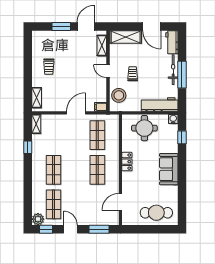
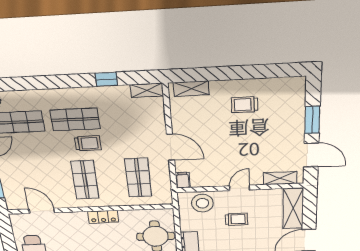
shop shelf: (97, 135) -> (138, 178), turned 90
trolley: (71, 164) -> (88, 143), added
shop shelf: (97, 170) -> (85, 180), turned 90

